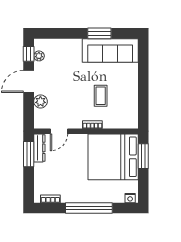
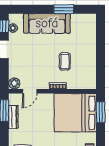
sofa: (110, 50) -> (47, 23), moved
plant: (40, 101) -> (14, 83), moved
dresser: (39, 148) -> (13, 117), moved

